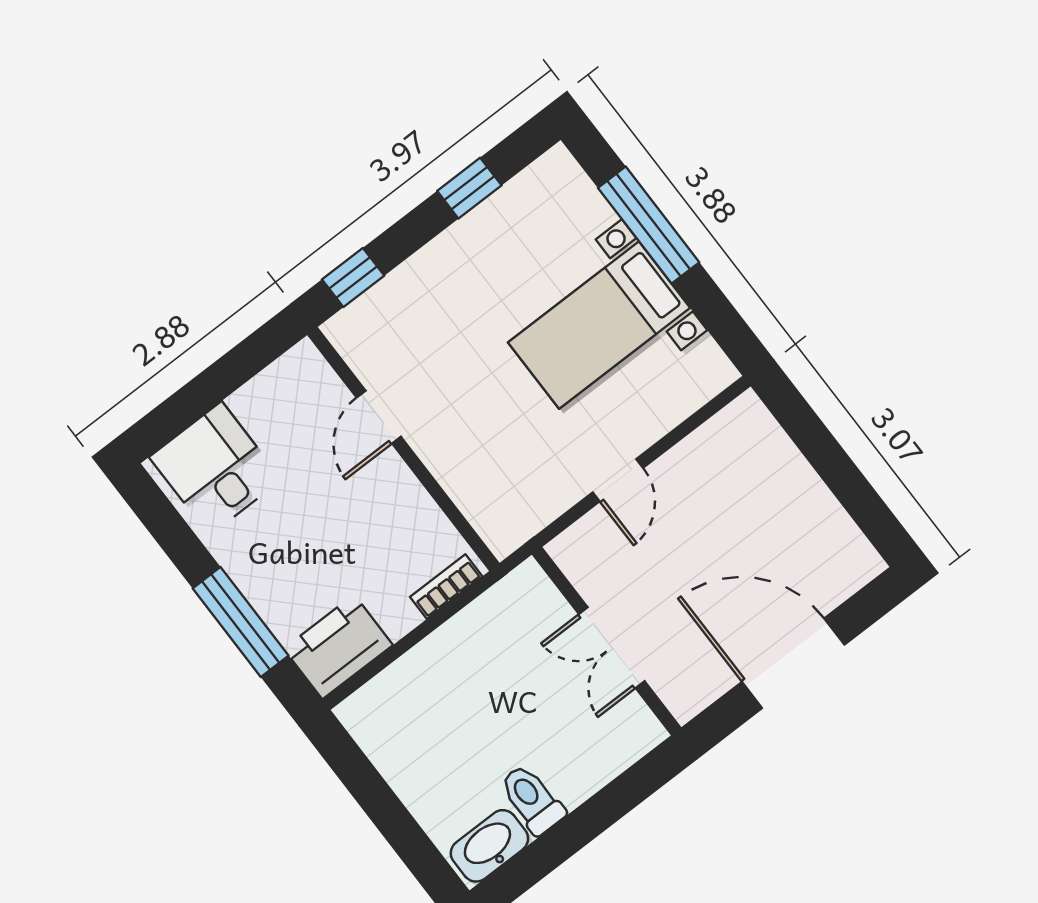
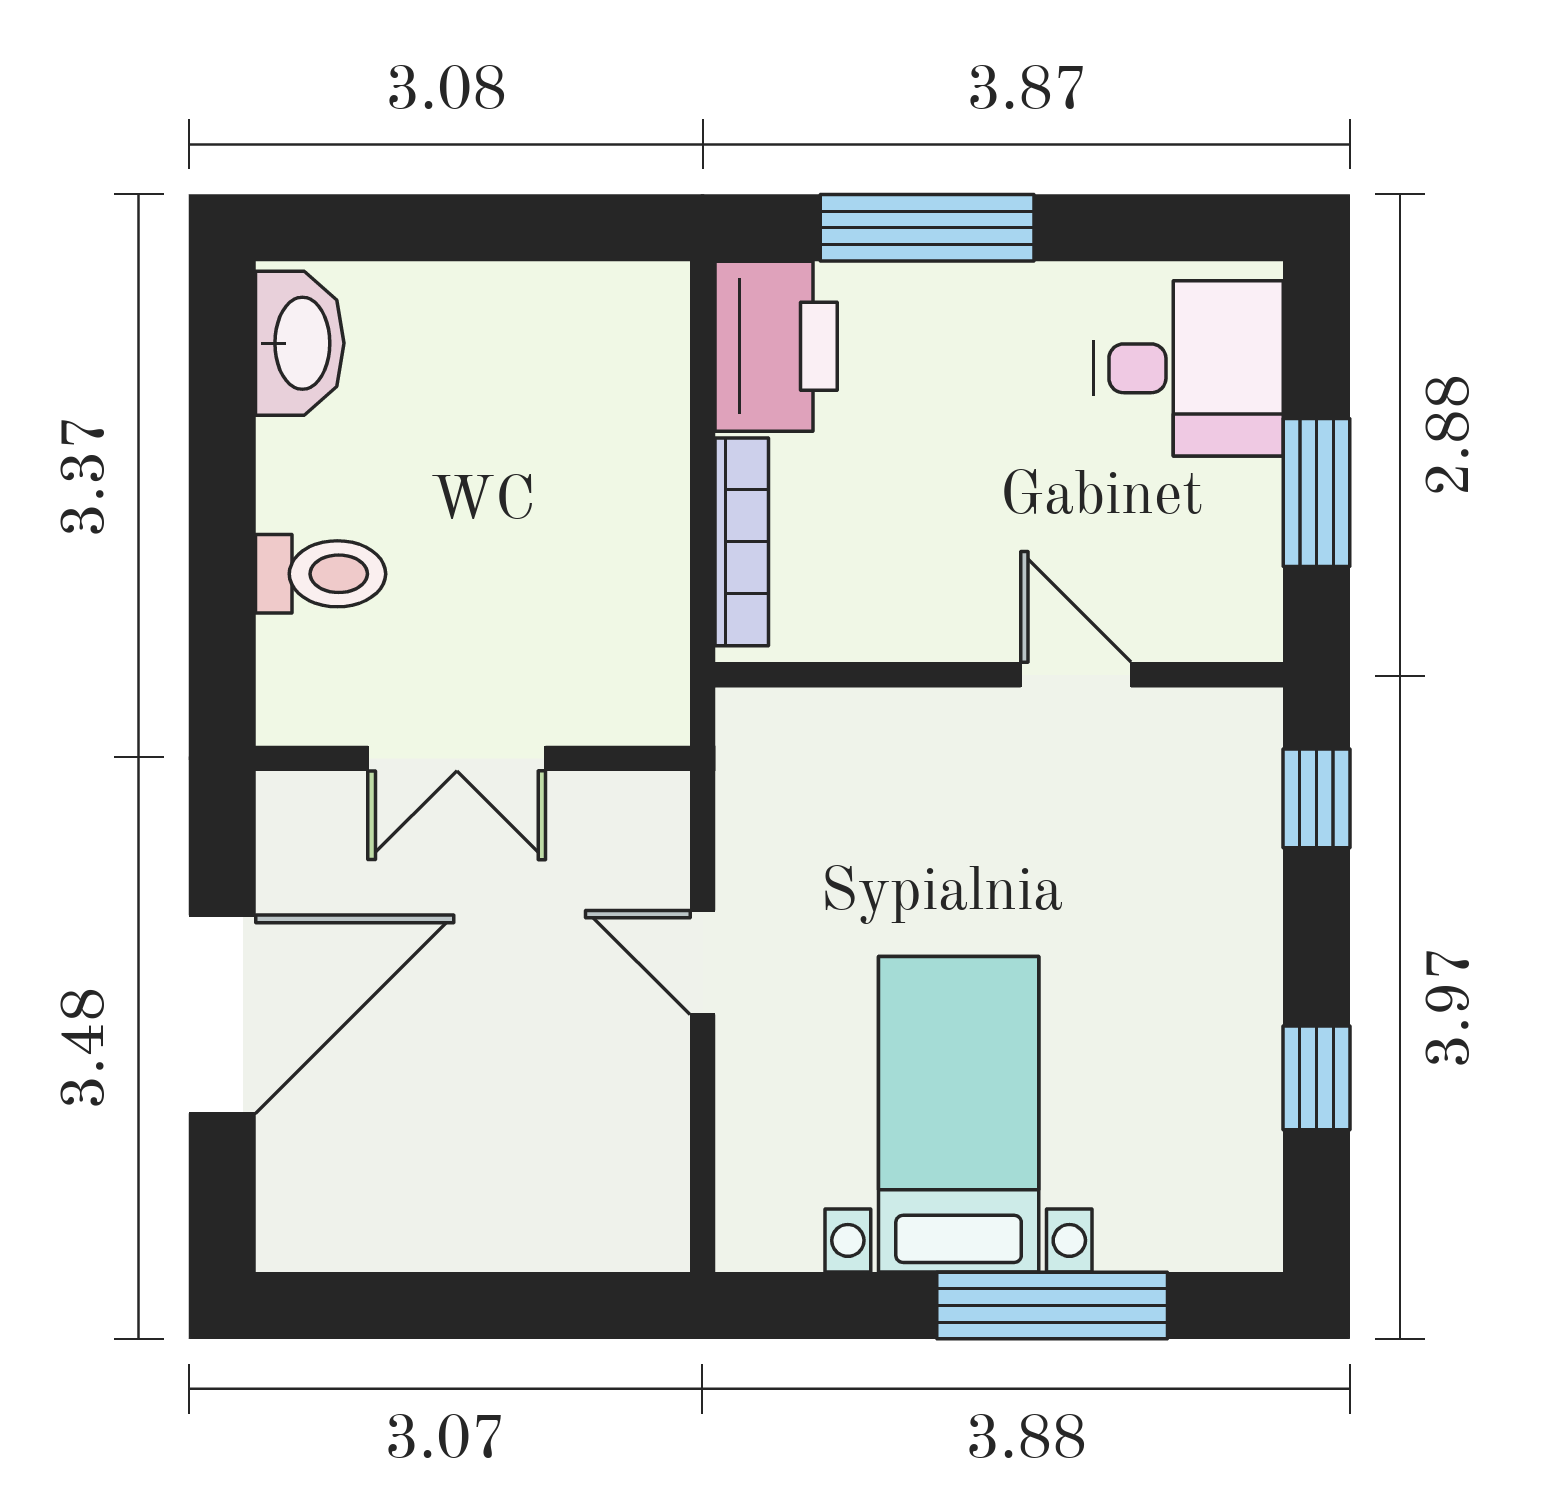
window: (226, 375) -> (1317, 493), added
bookcase: (446, 587) -> (742, 542), width x1.56
double door: (612, 648) -> (457, 758), swing flipped
toilet: (532, 799) -> (321, 574), moved

